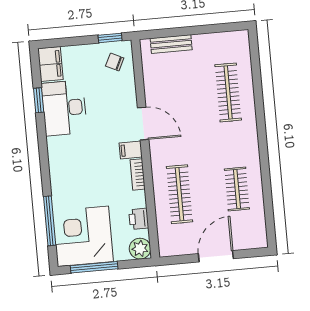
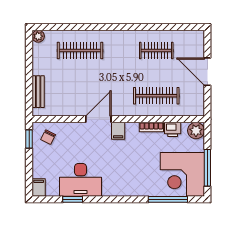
plant: (241, 38) -> (38, 36), added
filing cabinet: (50, 64) -> (39, 188), width x0.50
bookcase: (138, 174) -> (151, 127), moved

